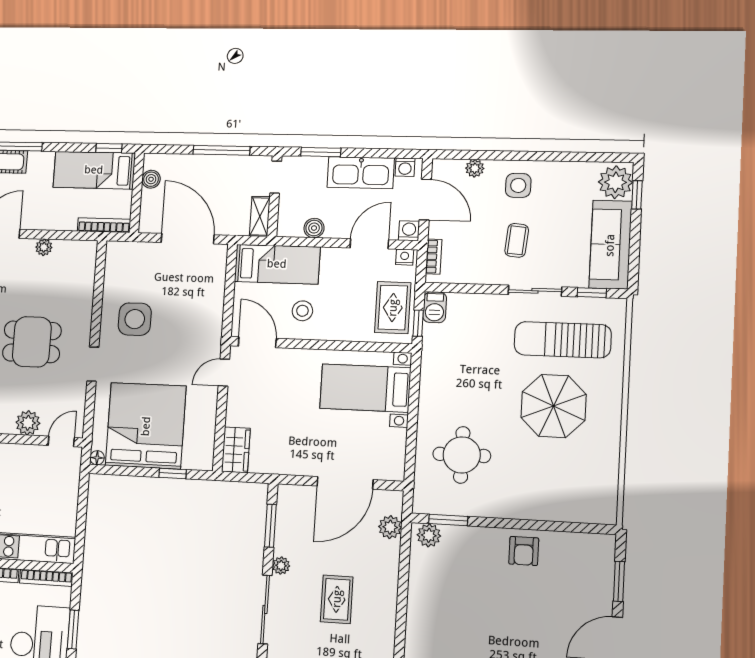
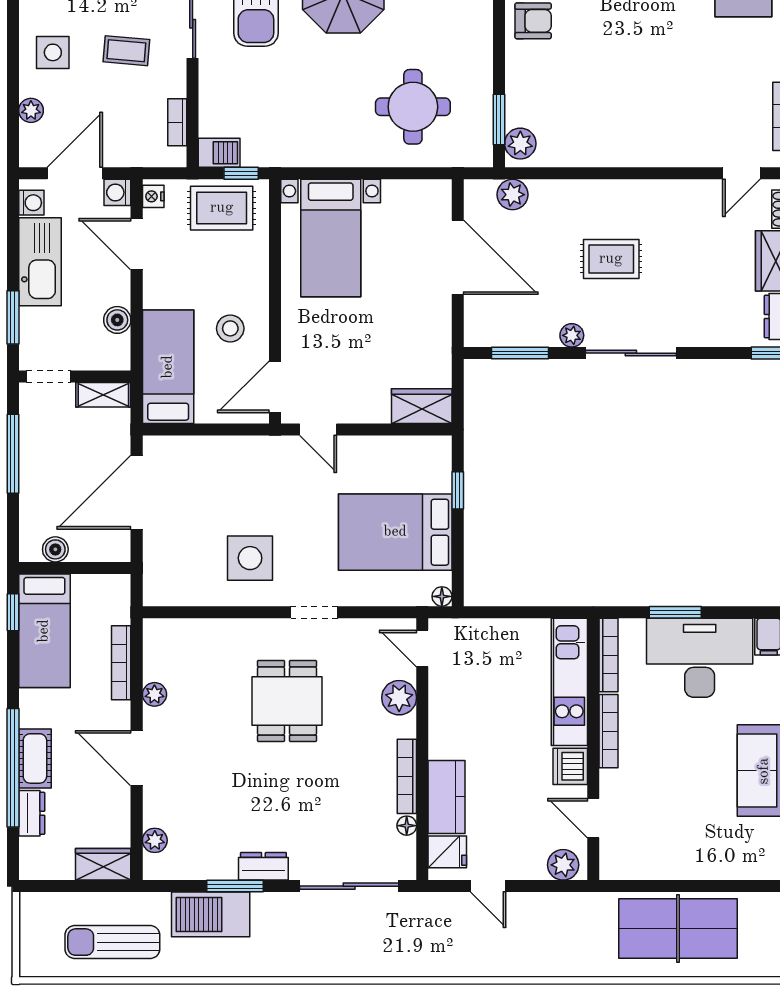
bookcase: (104, 225) -> (121, 663), moved
bookcase: (434, 257) -> (177, 122), moved, turned -90
bed: (146, 426) -> (395, 532), width x0.73

